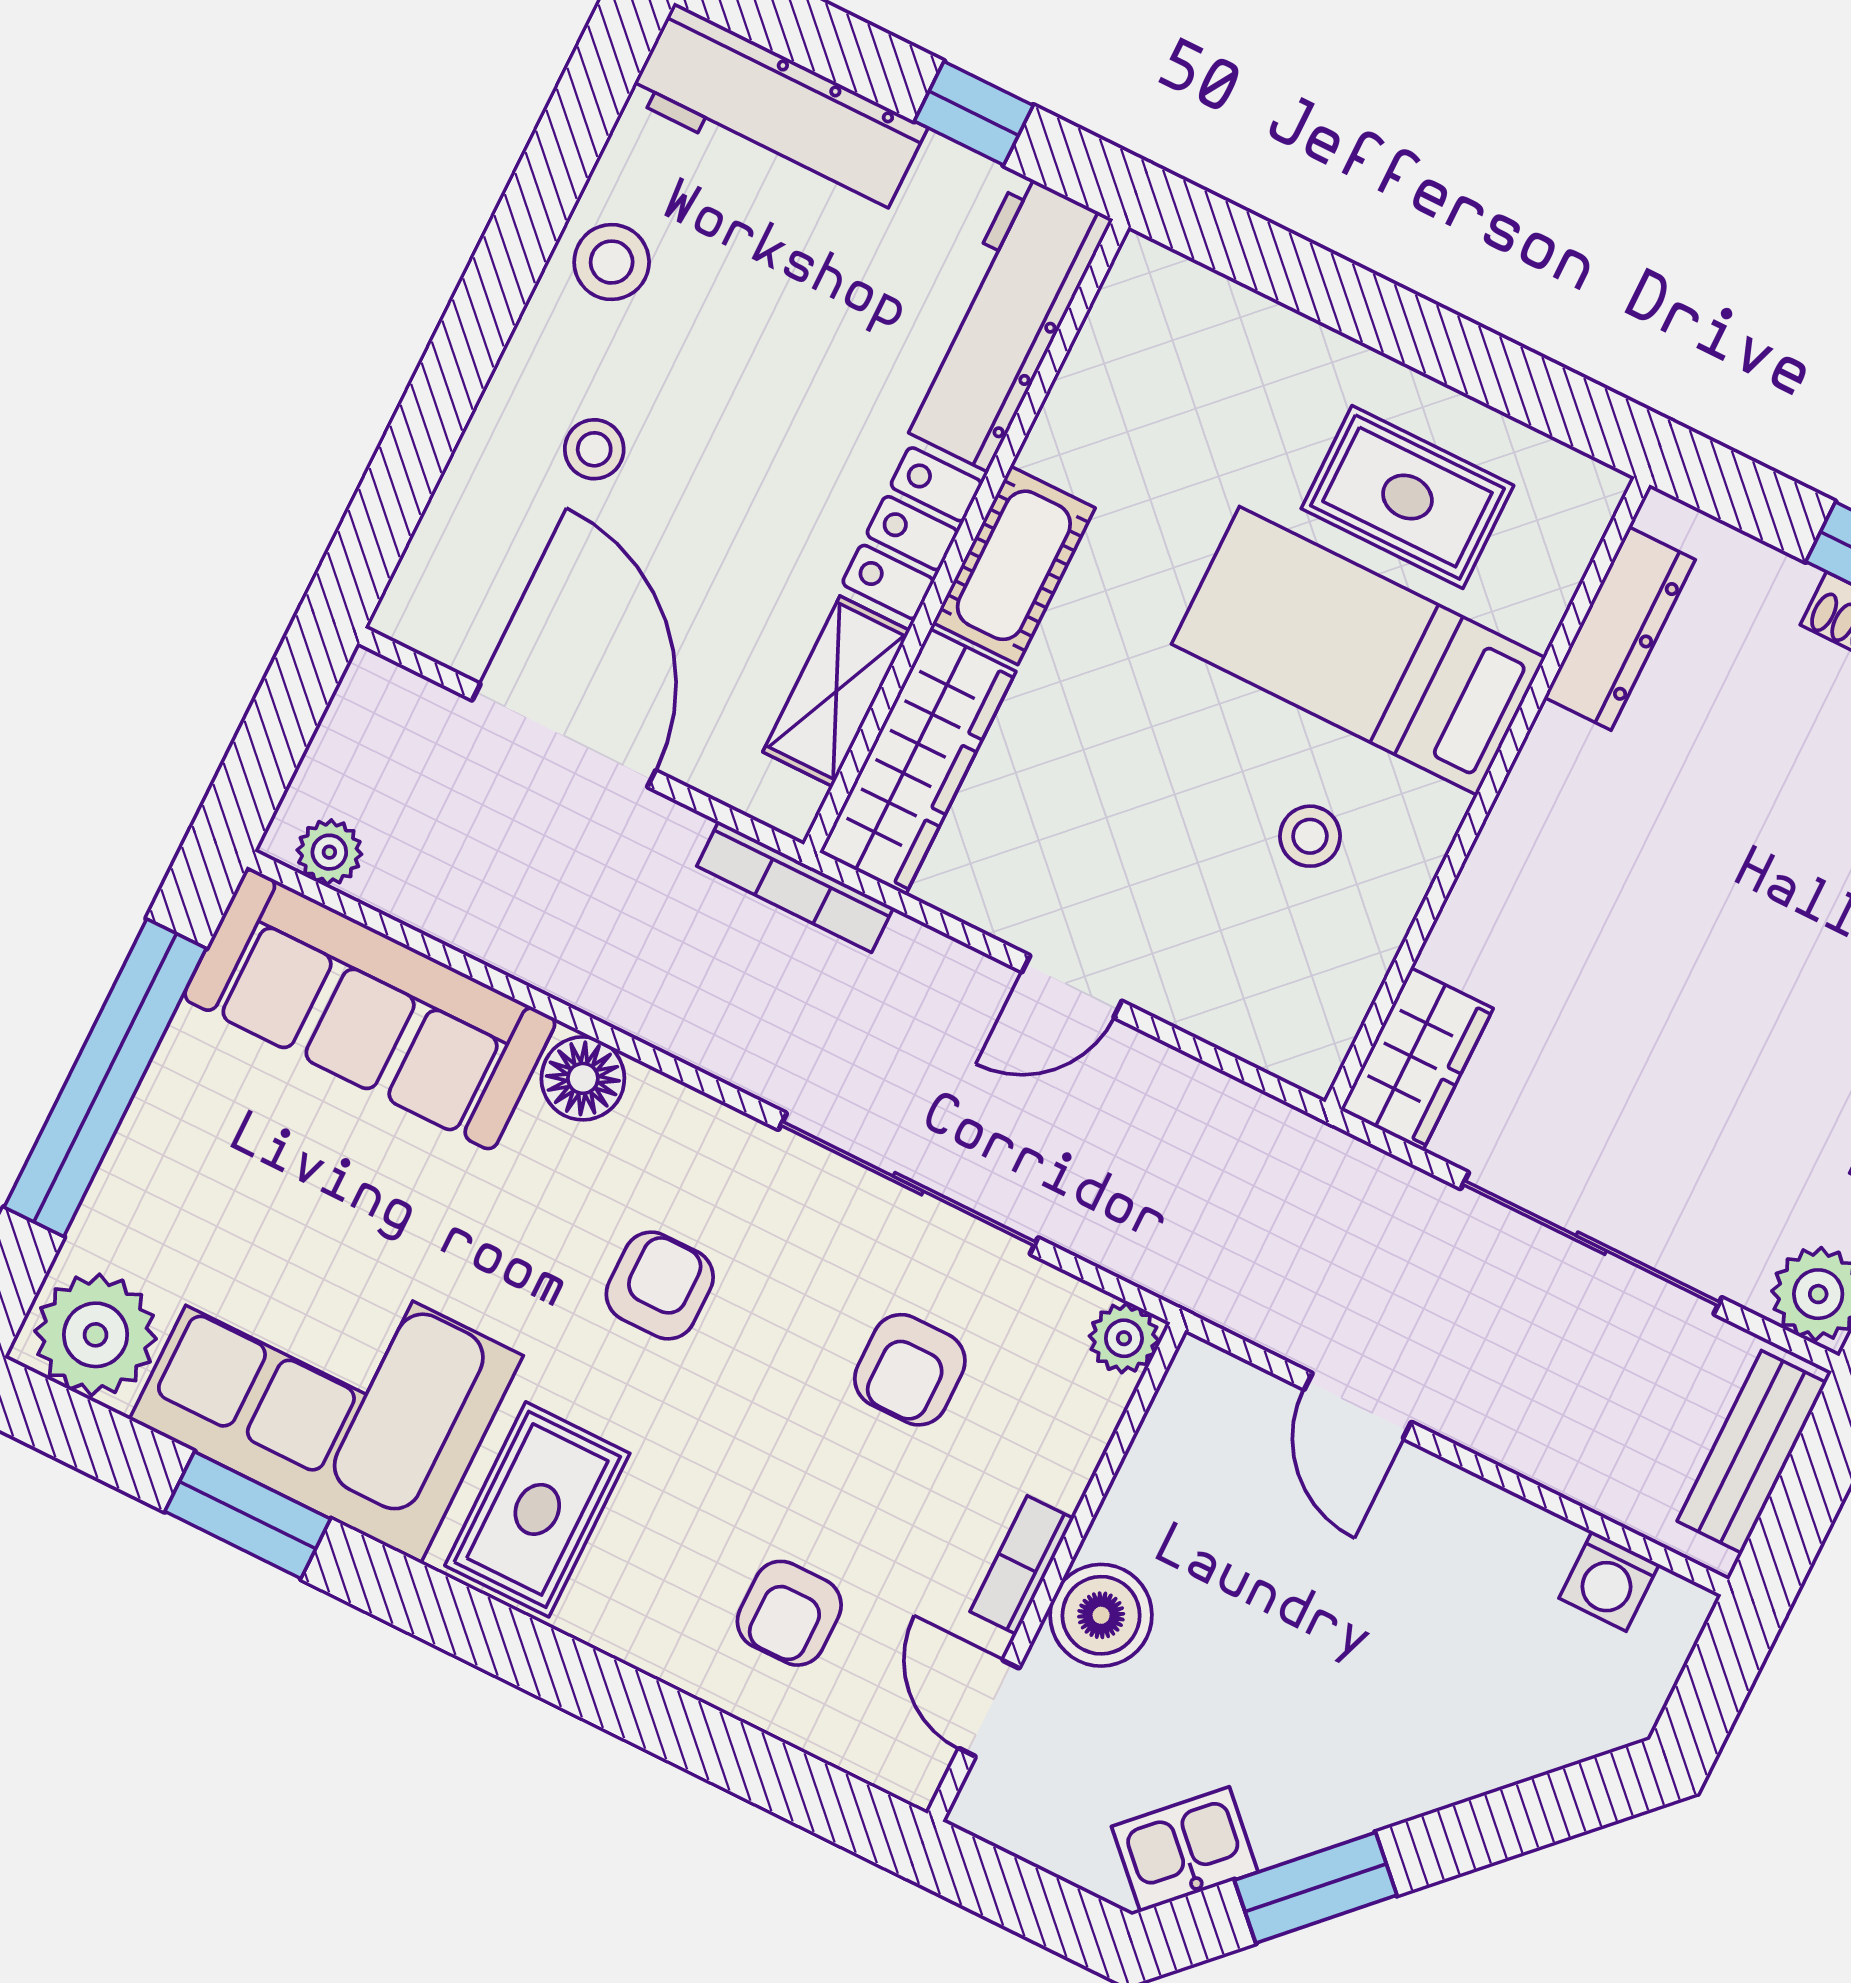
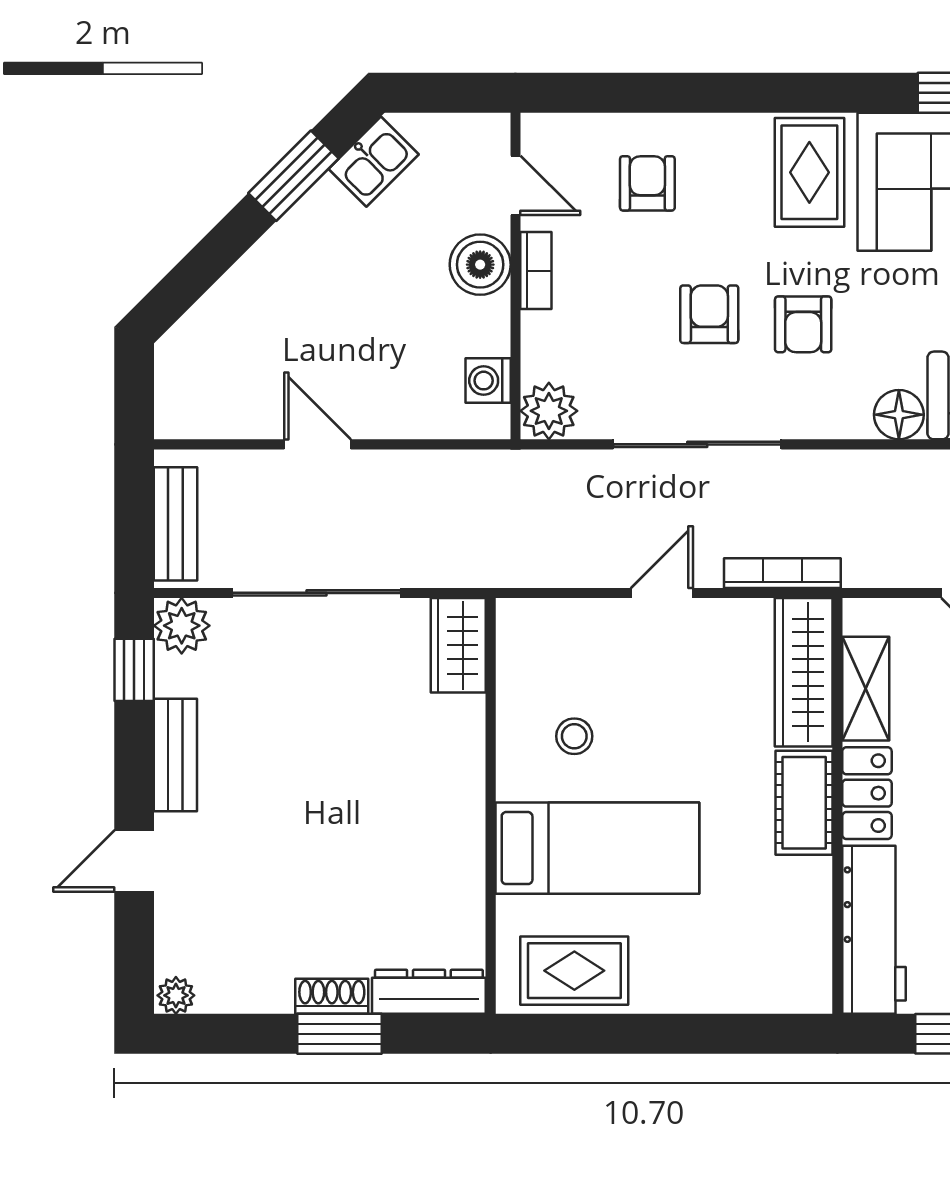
rug: (1407, 497) -> (574, 971), moved
dresser: (1620, 629) -> (429, 992), moved, turned 90
bookcase: (795, 887) -> (782, 573), moved
plant: (1124, 1338) -> (549, 411), width x1.38, depth x1.38
armchair: (910, 1370) -> (709, 314), moved
door: (1358, 1406) -> (318, 444), moved
washing machine: (1609, 1581) -> (488, 381), moved, turned -90

